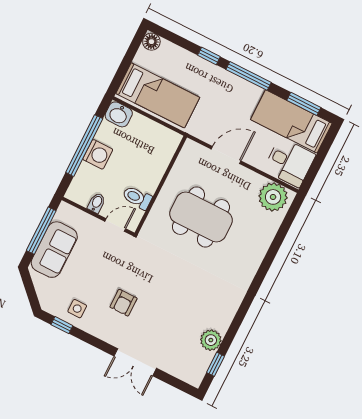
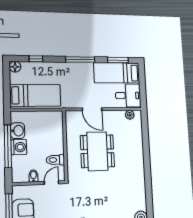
window: (209, 56) -> (36, 59), moved
washbasin: (119, 114) -> (18, 131), moved, turned -90
door: (226, 155) -> (92, 109), swing flipped
plant: (273, 197) -> (130, 115), width x0.53, depth x0.53
dining table: (201, 217) -> (97, 151), turned 90

